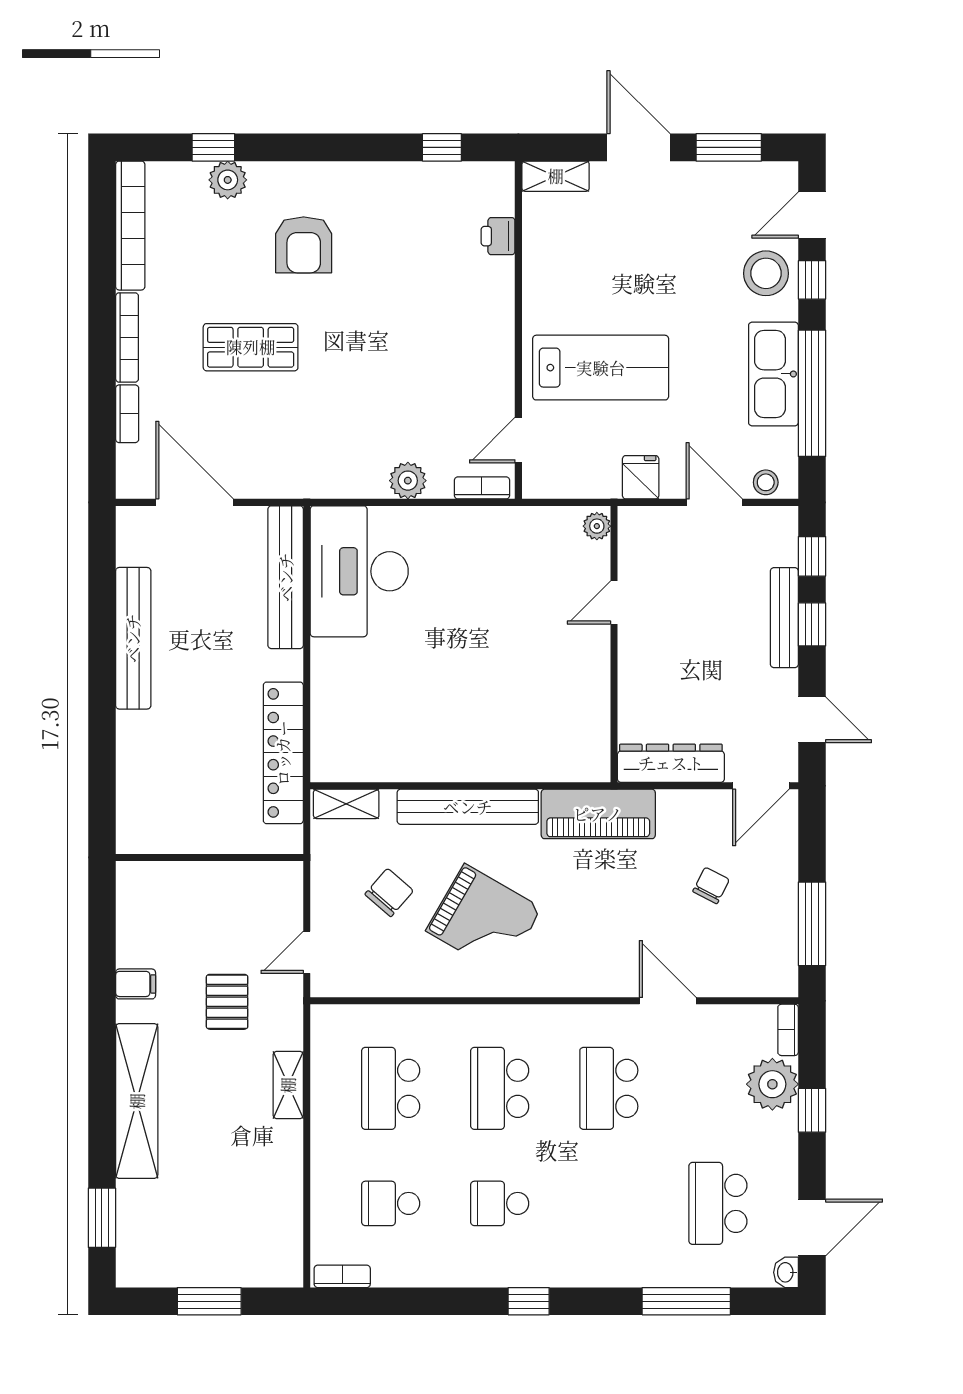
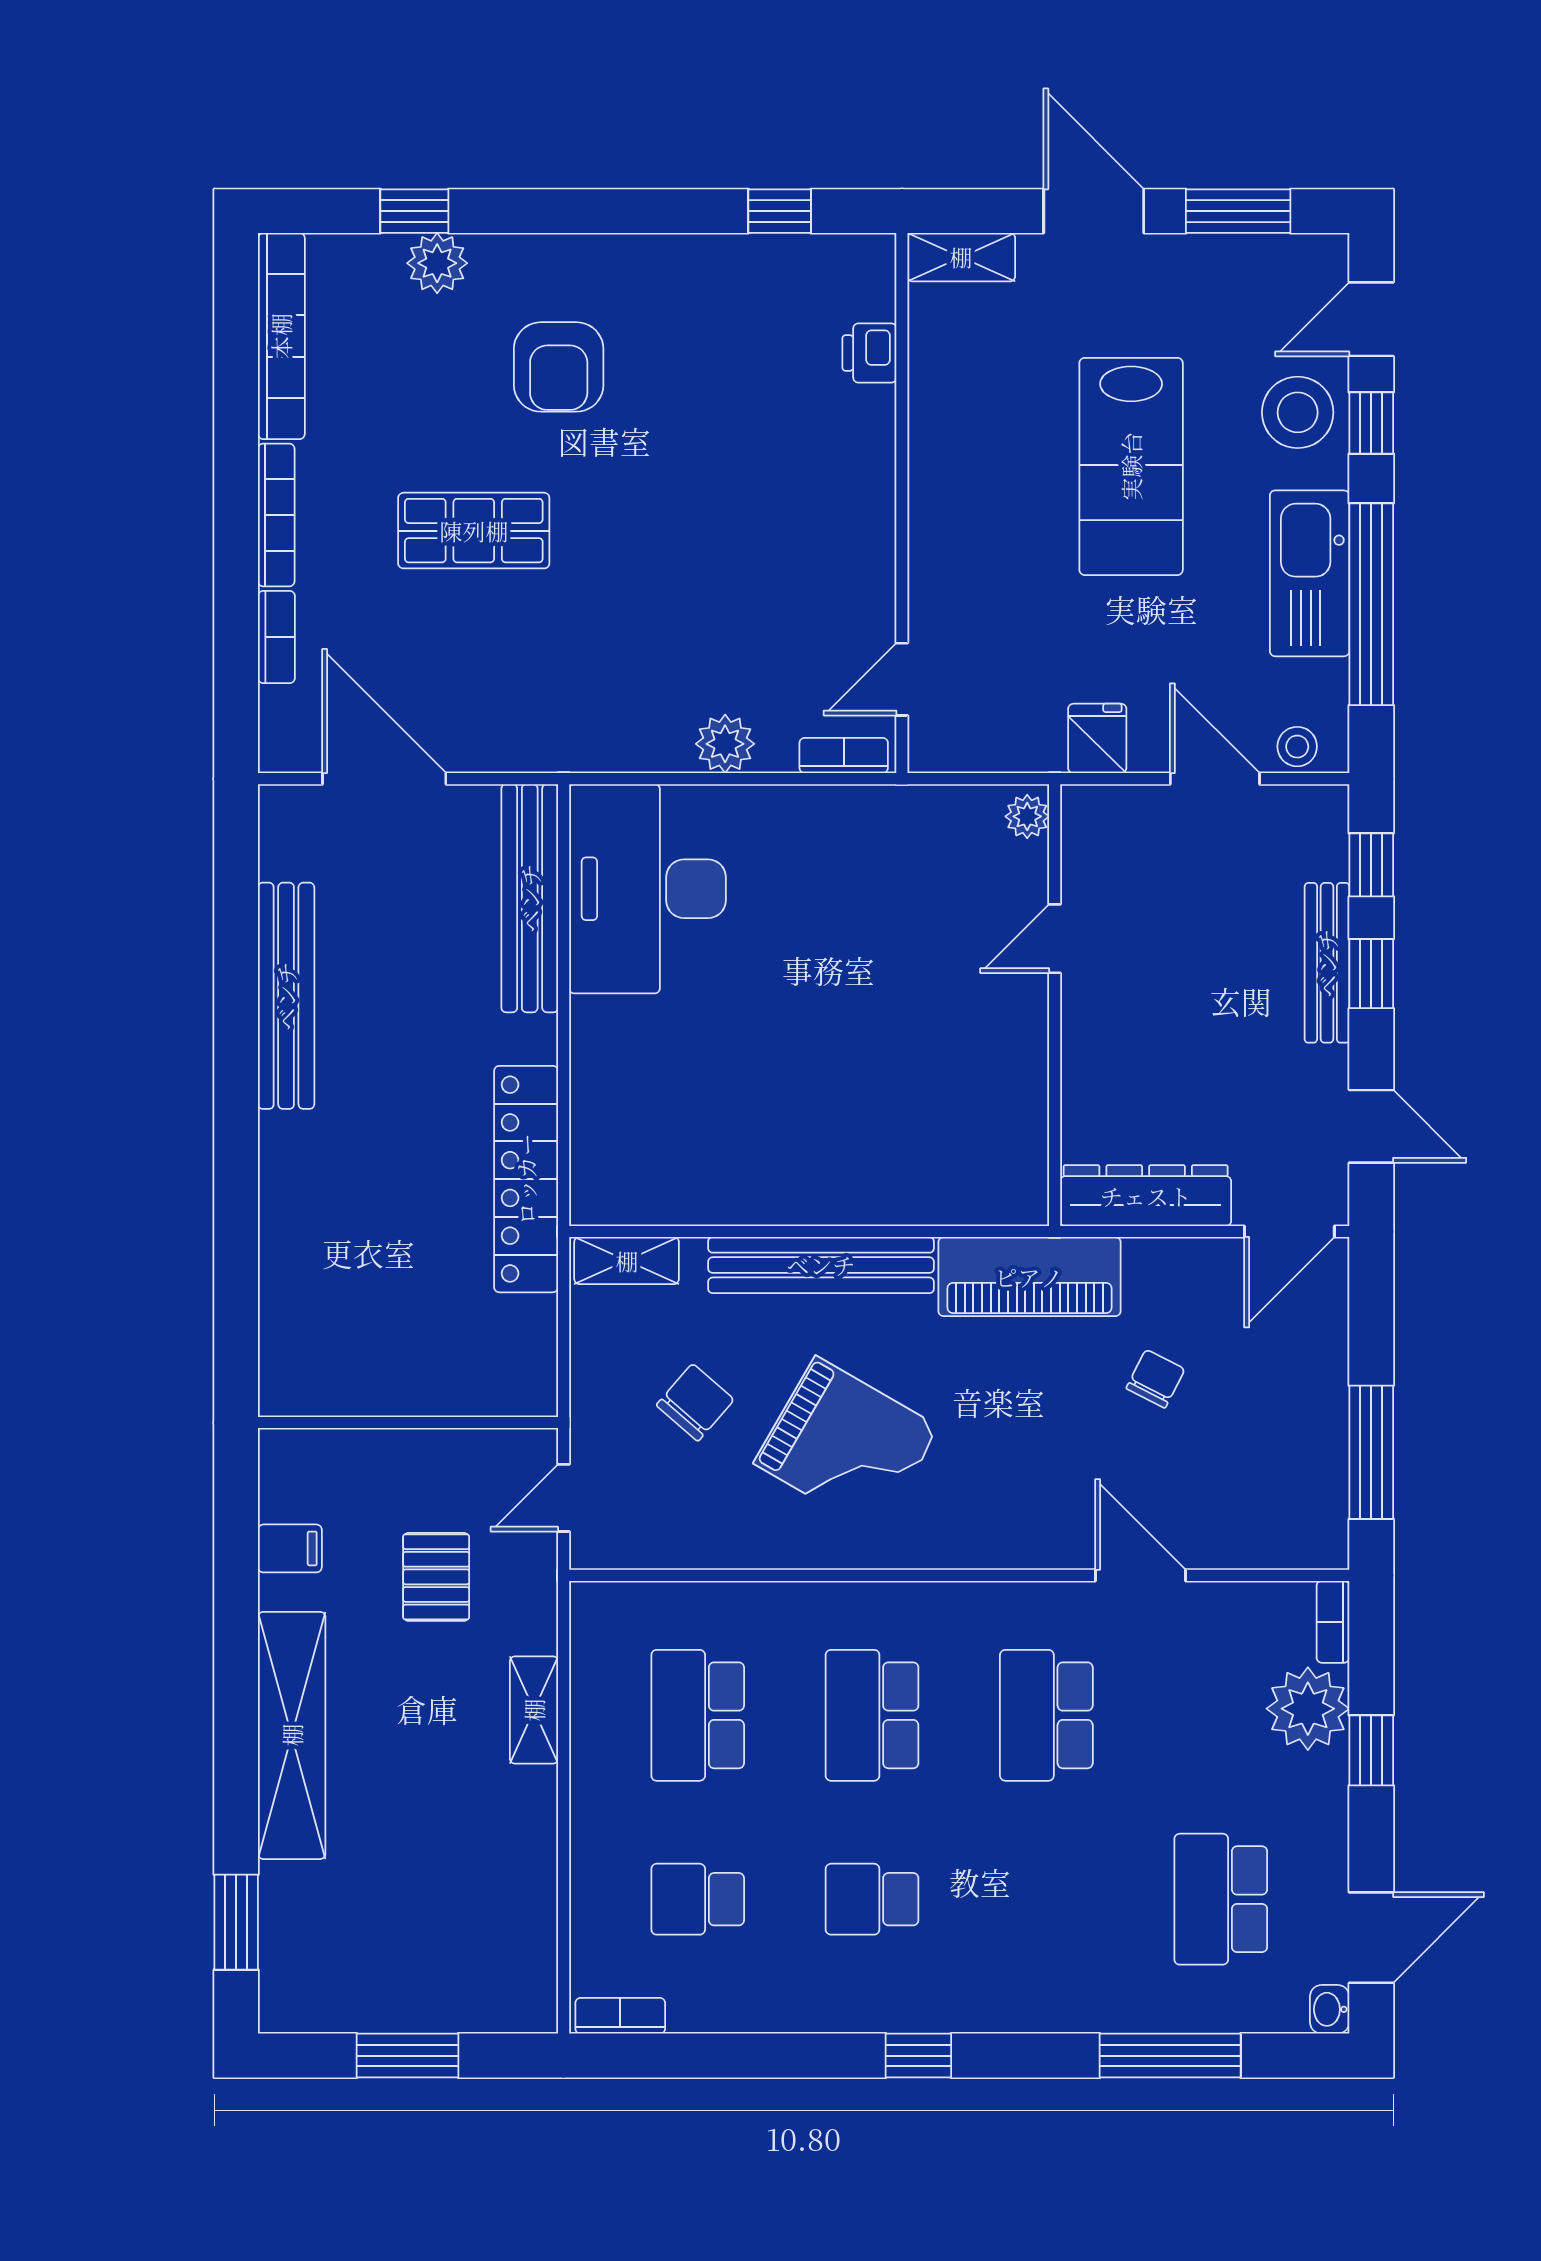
lab bench: (601, 368) -> (1131, 466), moved, turned 90
wall: (209, 857) -> (408, 1423), moved
chair: (711, 885) -> (1155, 1379), moved

